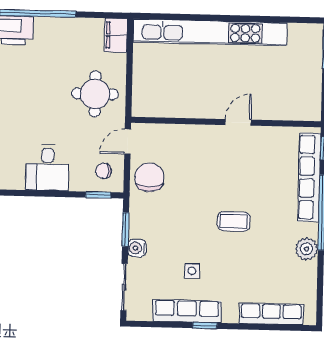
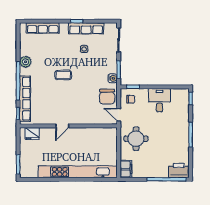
fridge: (297, 109) -> (32, 134), added
door: (128, 141) -> (119, 115), swing flipped
water cooler: (137, 248) -> (113, 78), moved

